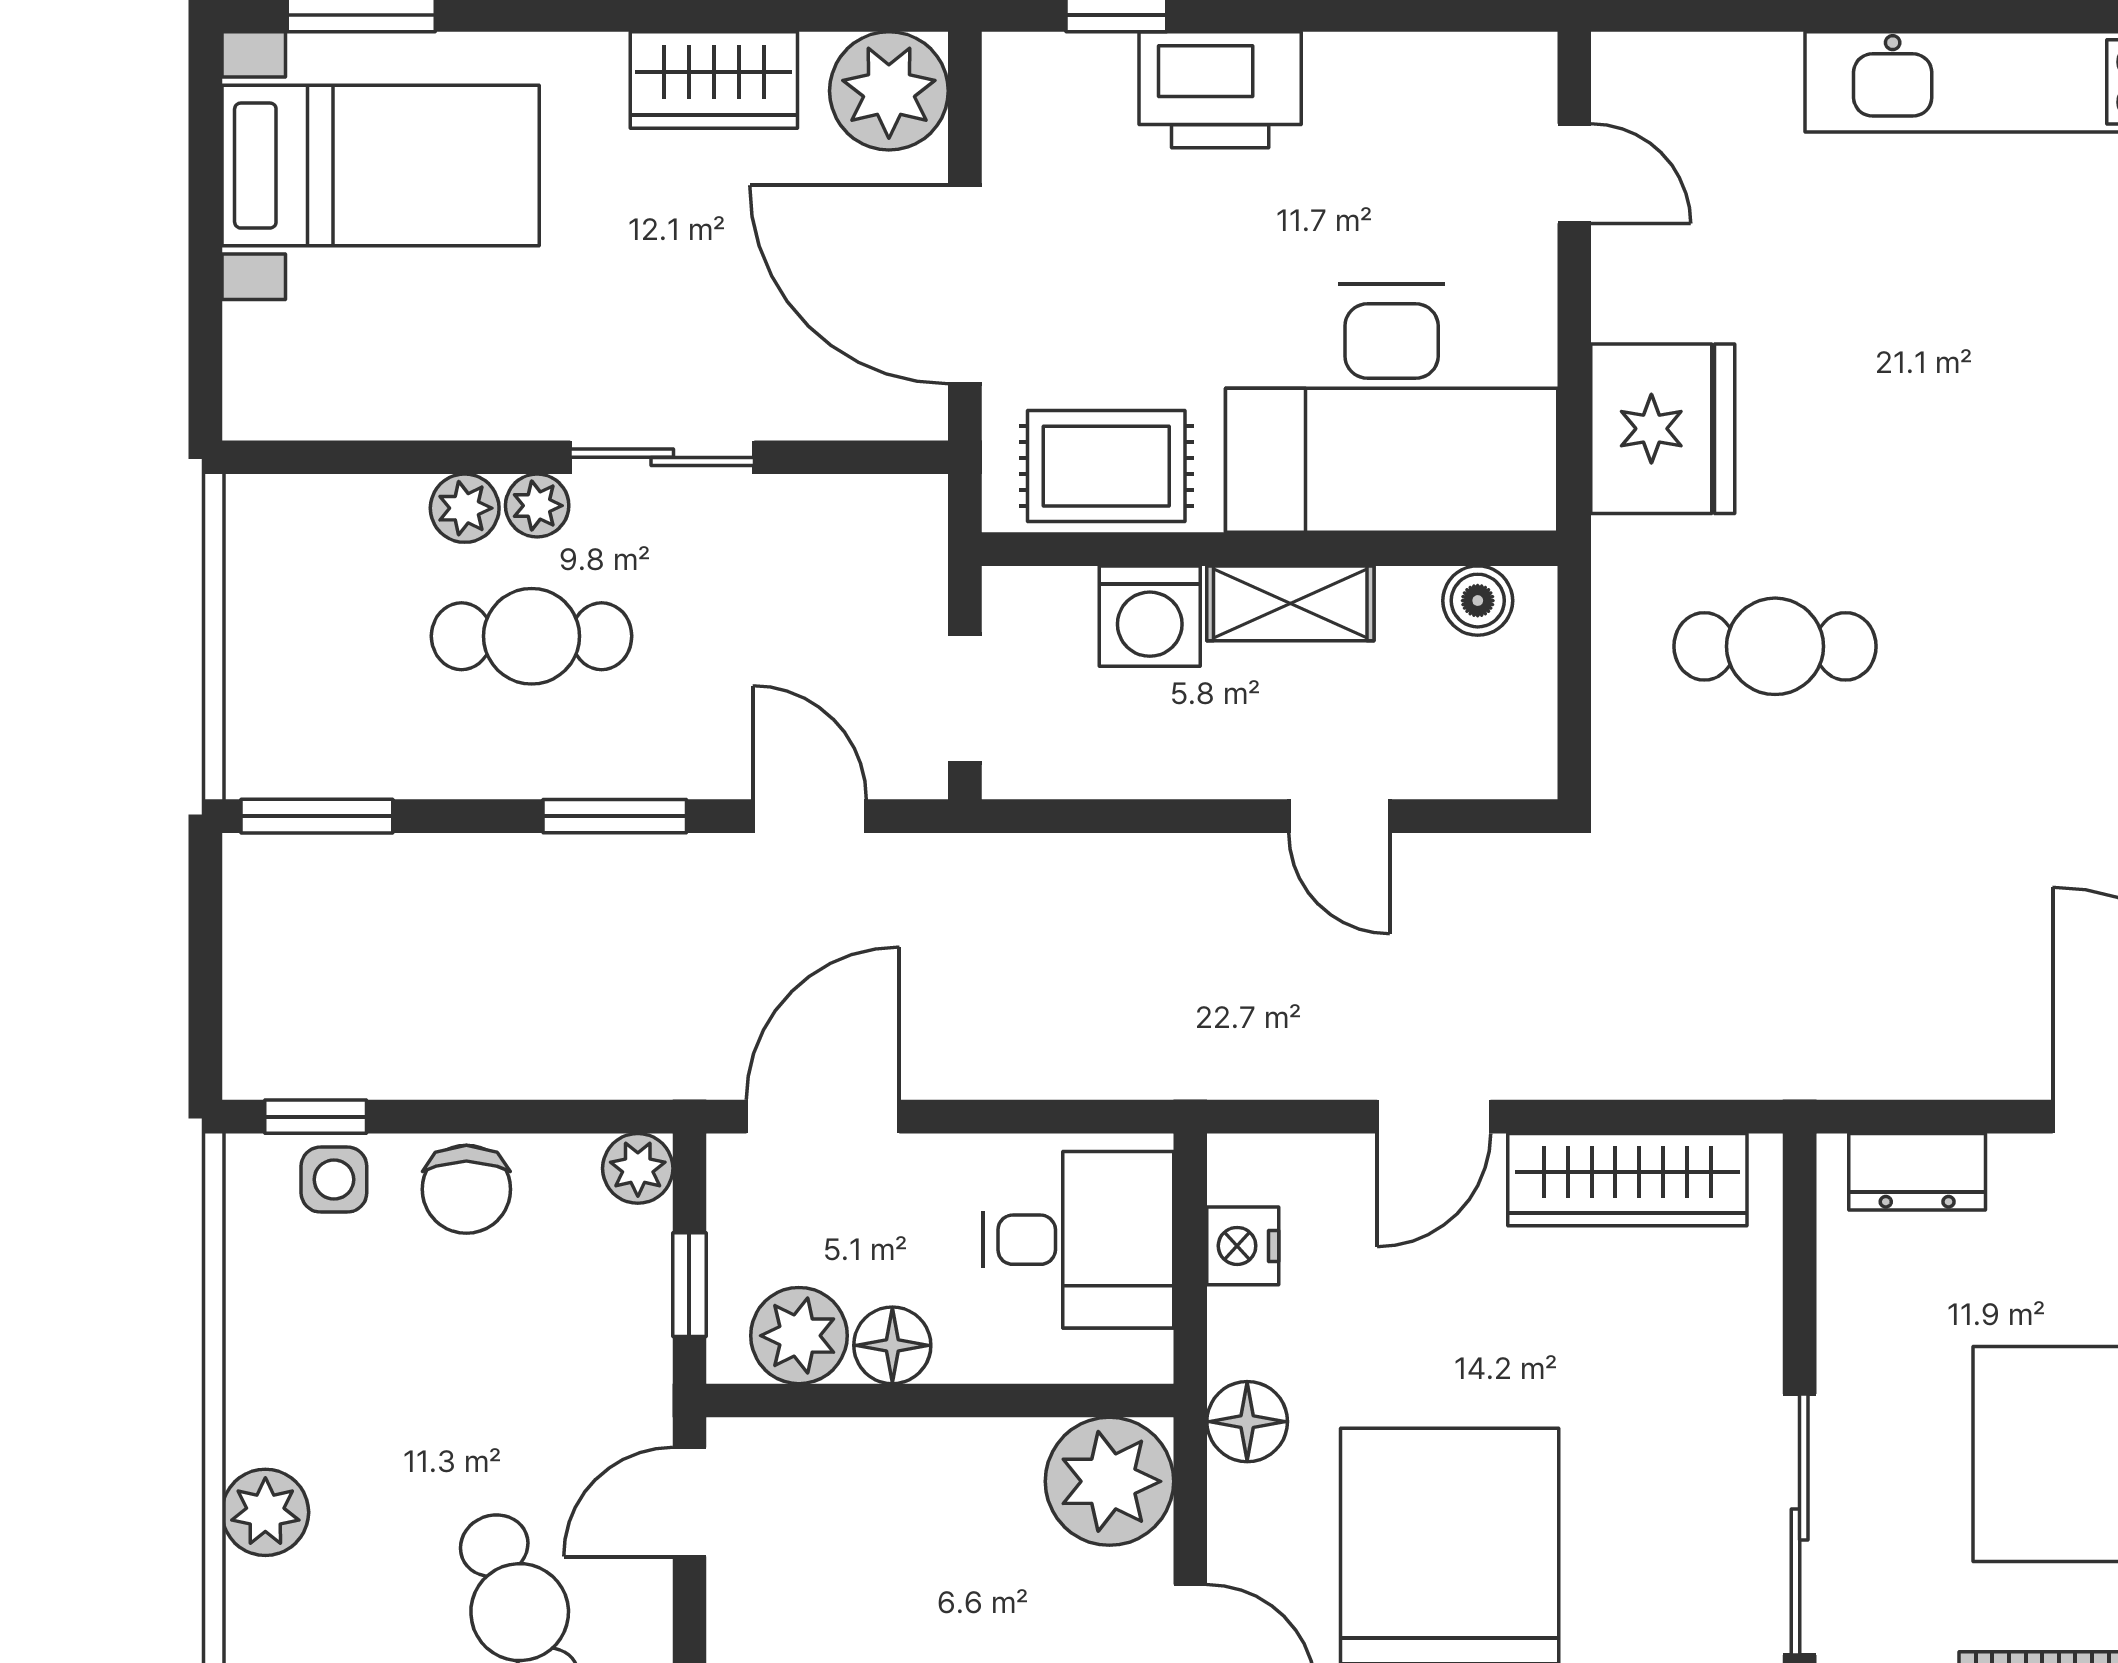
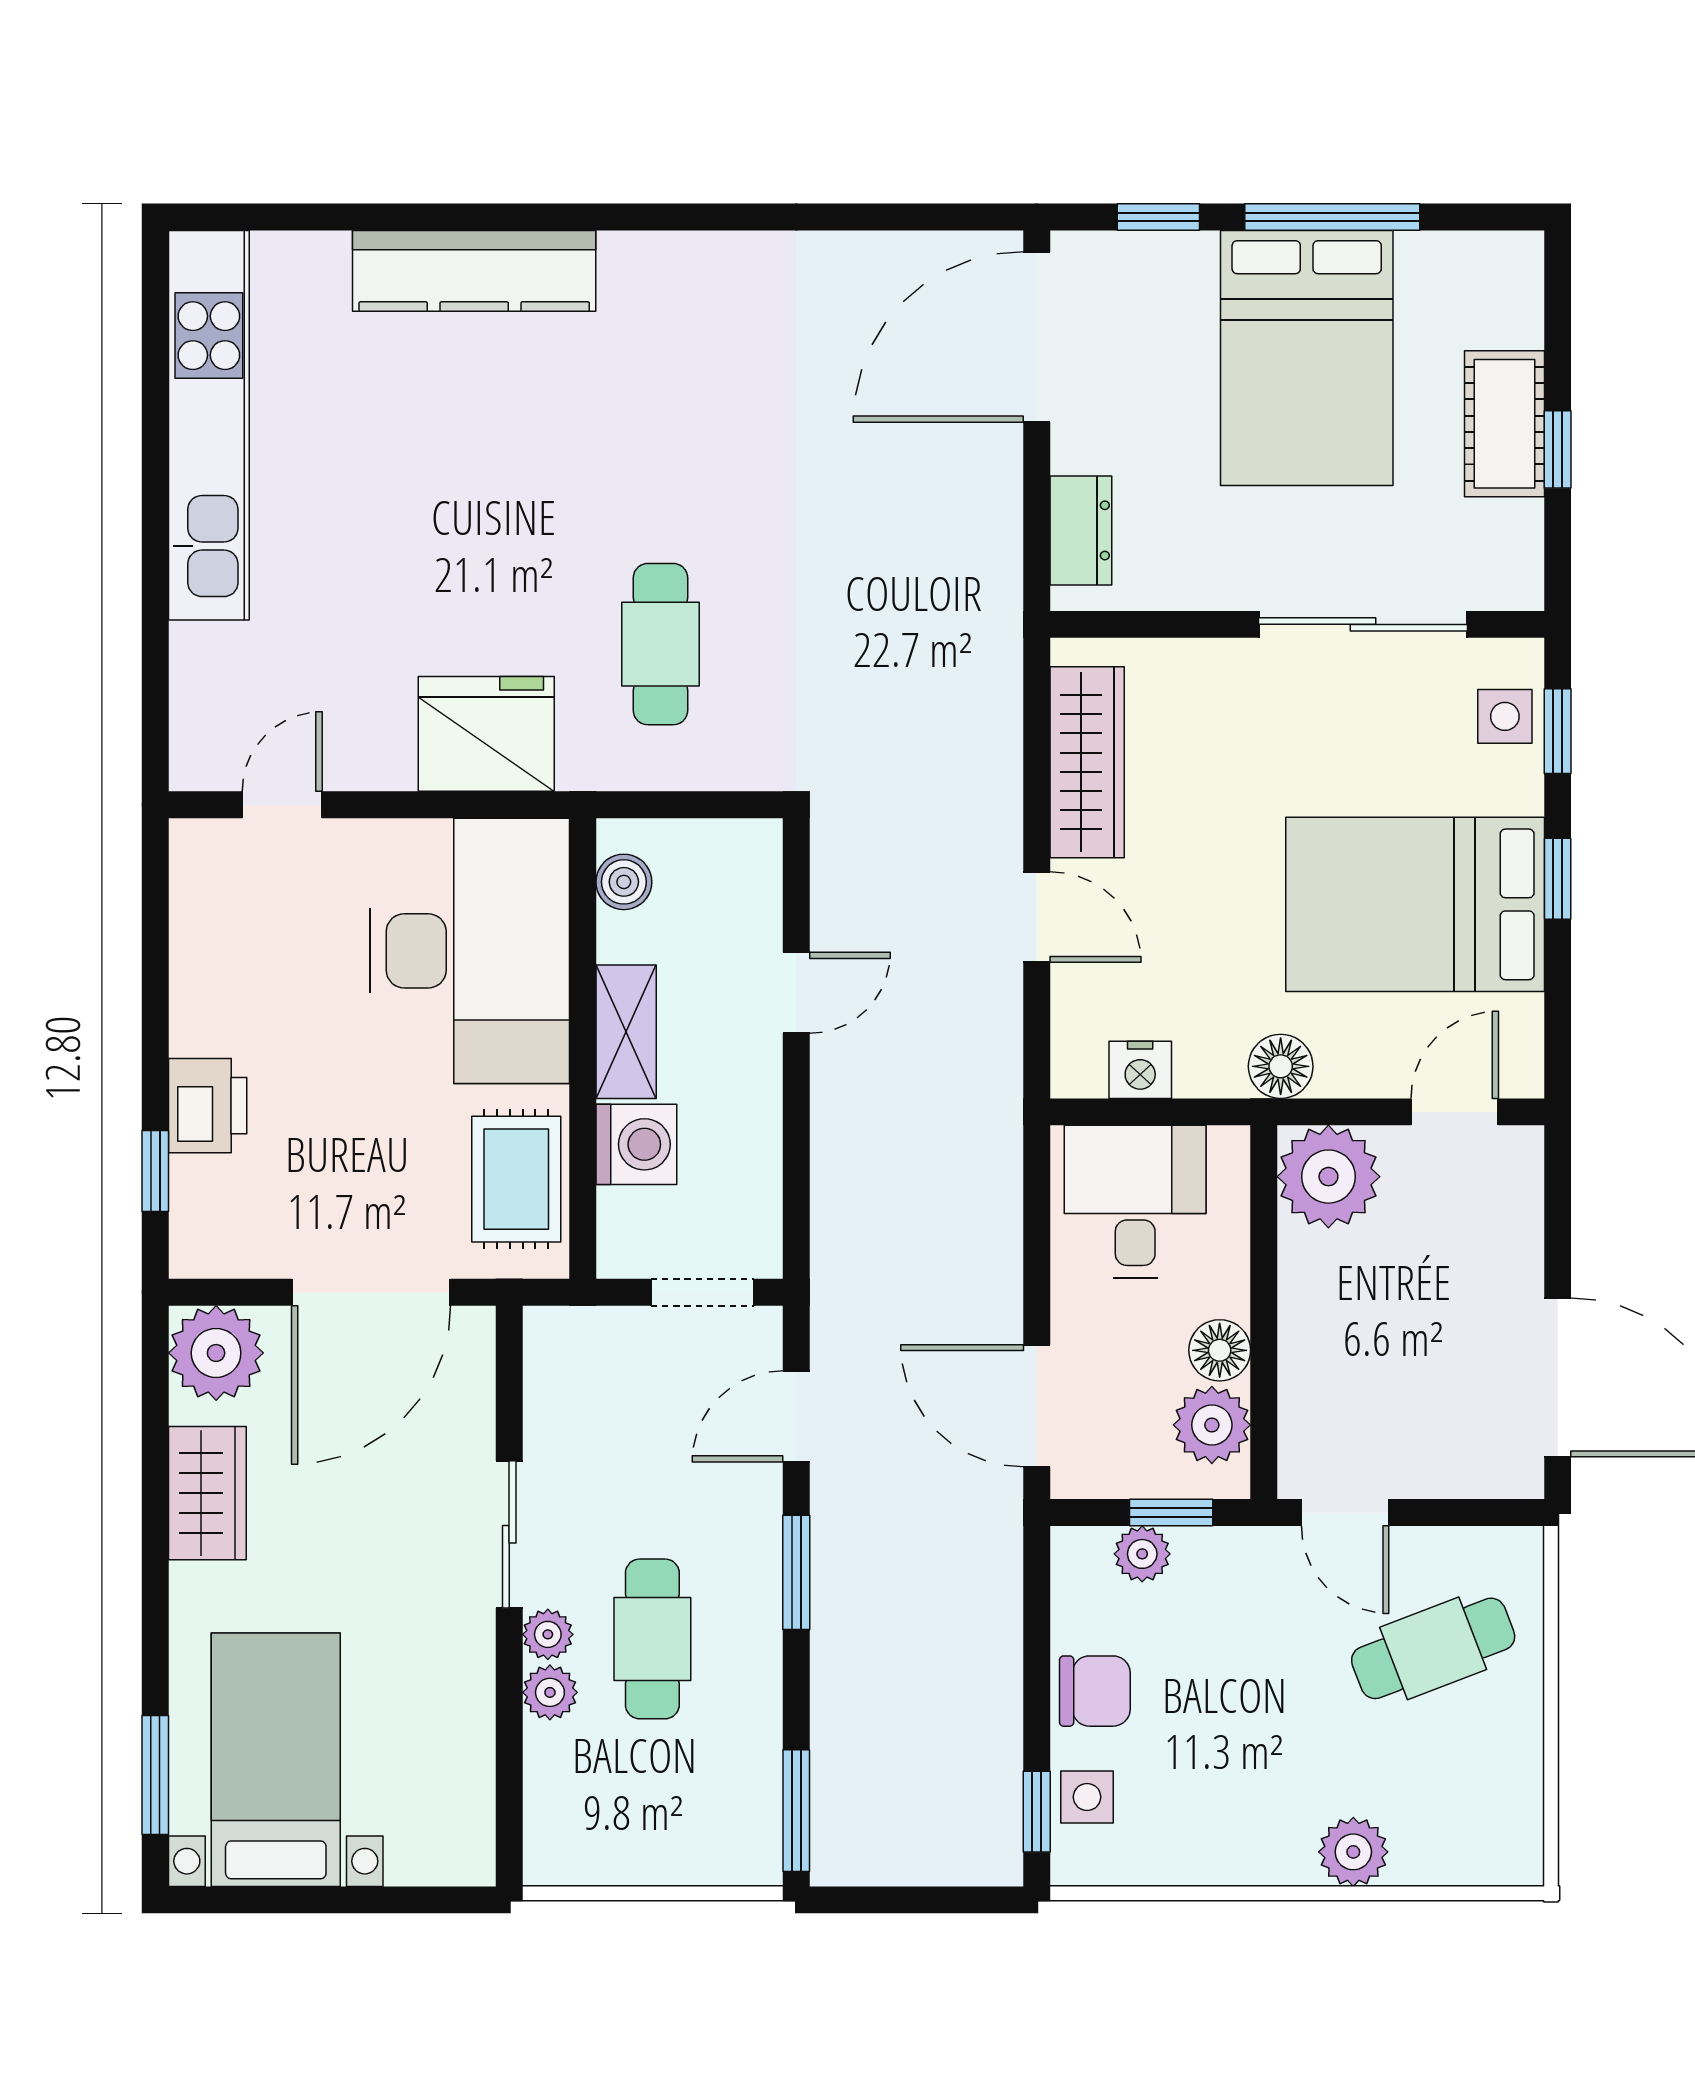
printer: (1220, 90) -> (208, 1106), width x0.73, depth x0.84
plant: (638, 1168) -> (1142, 1554), moved

